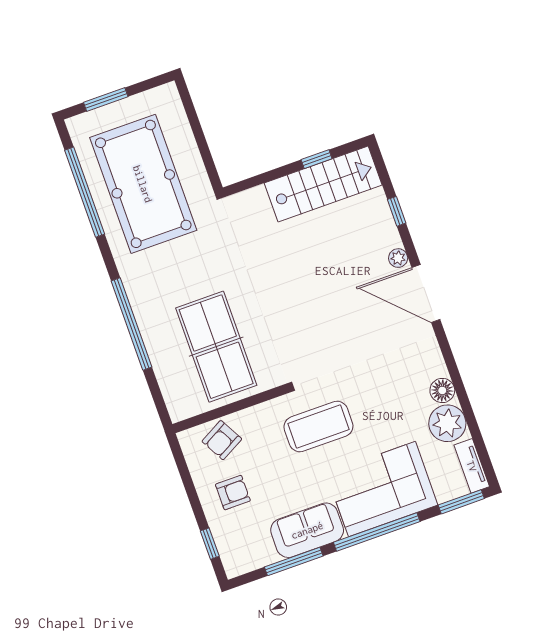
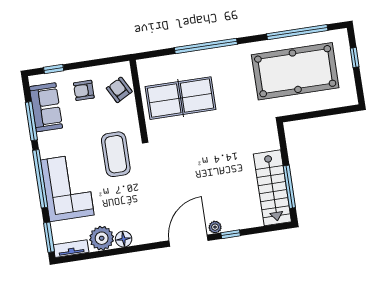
window: (106, 100) -> (355, 58), width x0.67
window: (317, 159) -> (289, 187), width x2.17
window: (397, 211) -> (231, 234), moved
armchair: (233, 493) -> (84, 90), turned 90
sofa: (307, 530) -> (46, 107), moved

